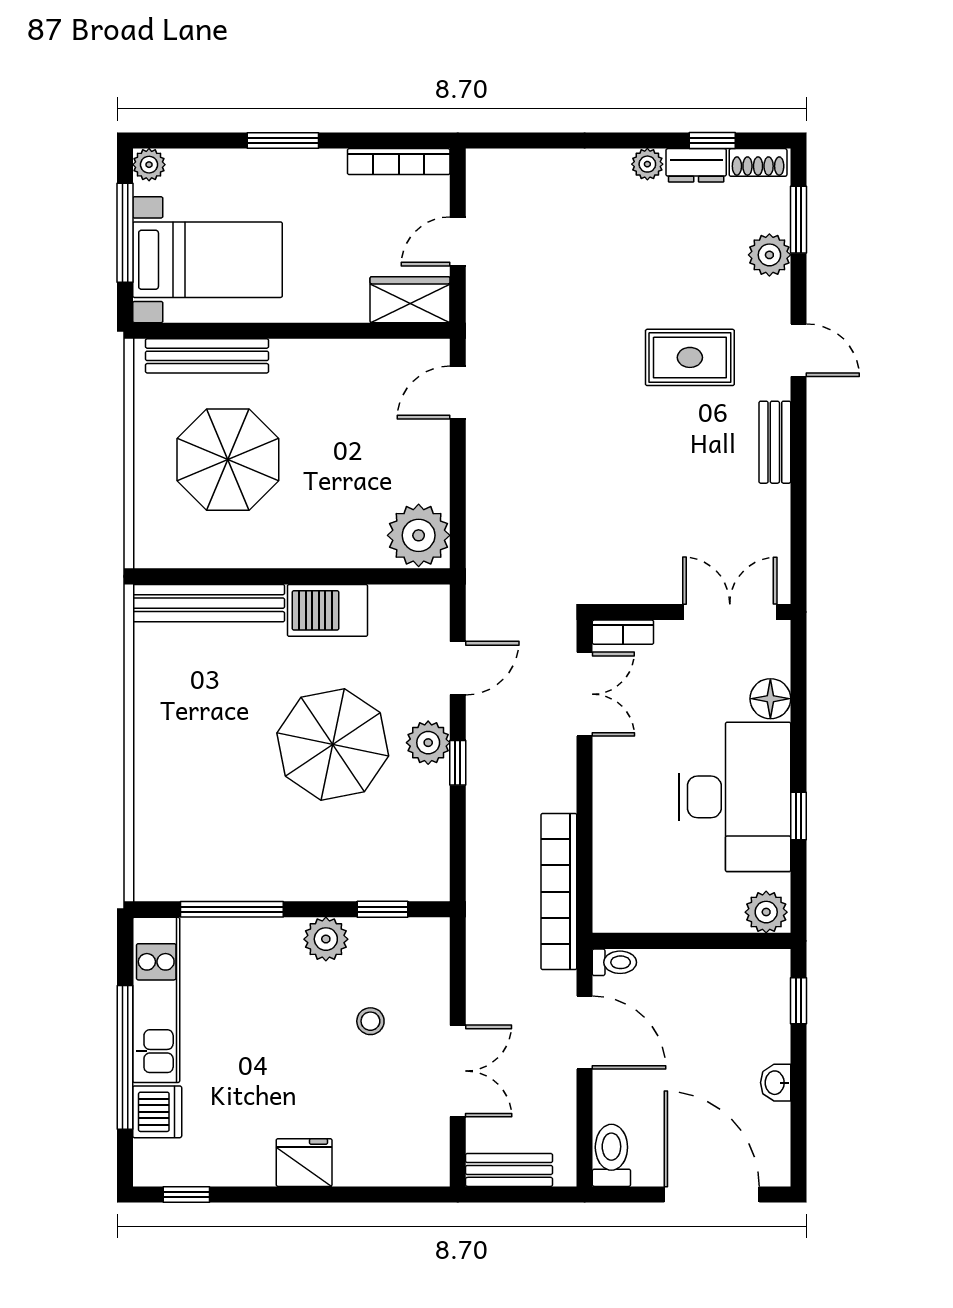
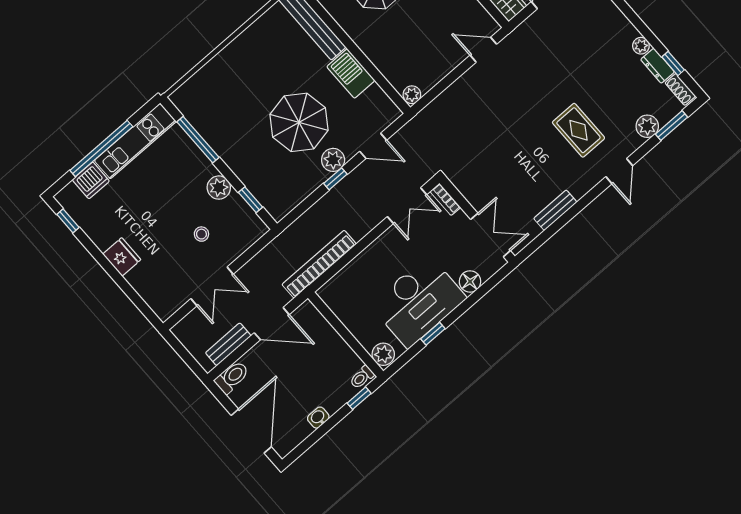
bench: (775, 442) -> (555, 210), moved
plant: (419, 535) -> (412, 95), width x0.53, depth x0.53
toilet: (614, 962) -> (362, 377), moved, turned 90
door: (585, 1033) -> (272, 324), hinge flipped
bench: (509, 1170) -> (228, 344), moved, turned 90

